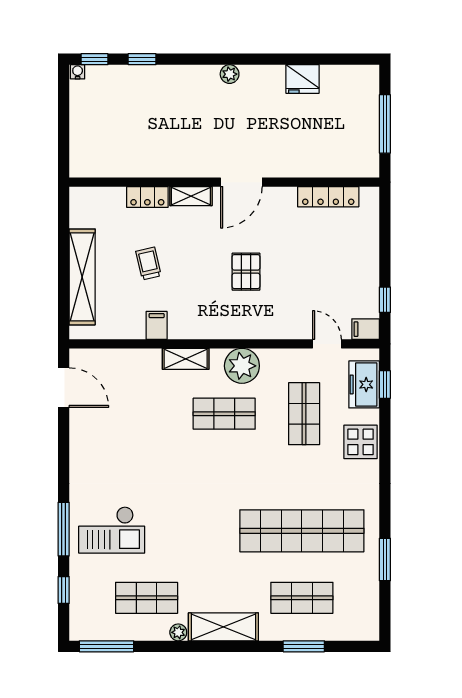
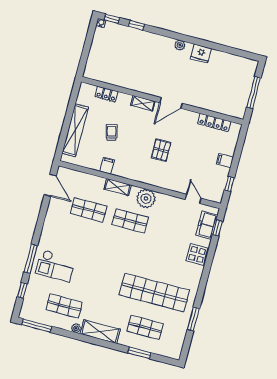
fridge: (303, 79) -> (201, 53), moved
locker: (147, 197) -> (106, 94), moved
filing cabinet: (366, 329) -> (225, 160), moved
shop shelf: (304, 414) -> (89, 210), moved, turned 90

